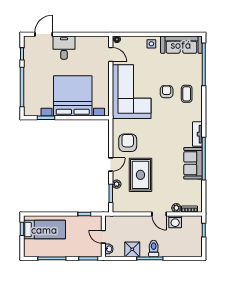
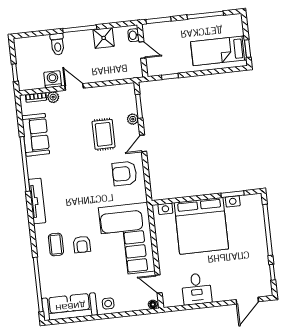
desk: (64, 48) -> (197, 289), moved
tv unit: (197, 134) -> (37, 201), width x1.41
armchair: (128, 143) -> (124, 174), turned 90
sofa: (193, 163) -> (36, 135), moved
rug: (140, 175) -> (104, 134), width x0.73, depth x0.70
toilet: (154, 248) -> (57, 44), moved

